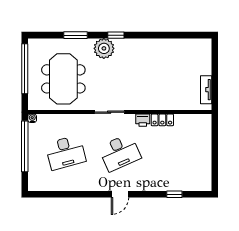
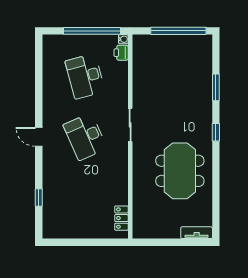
plant: (104, 48) -> (201, 119), removed
meeting table: (63, 79) -> (180, 171), moved, turned 90
tv unit: (206, 90) -> (197, 233), moved
printer: (143, 120) -> (121, 53), moved
locker: (162, 120) -> (121, 218), moved

